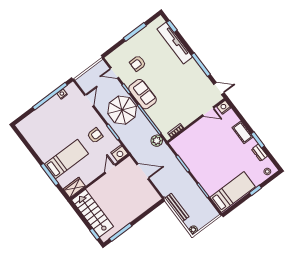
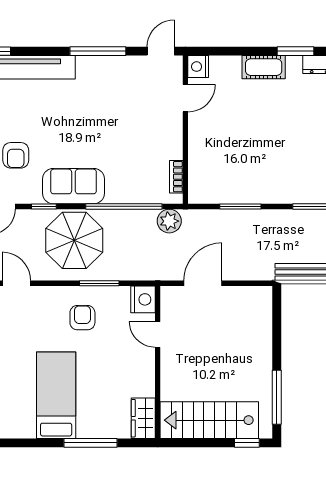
bed: (66, 159) -> (56, 395), moved

